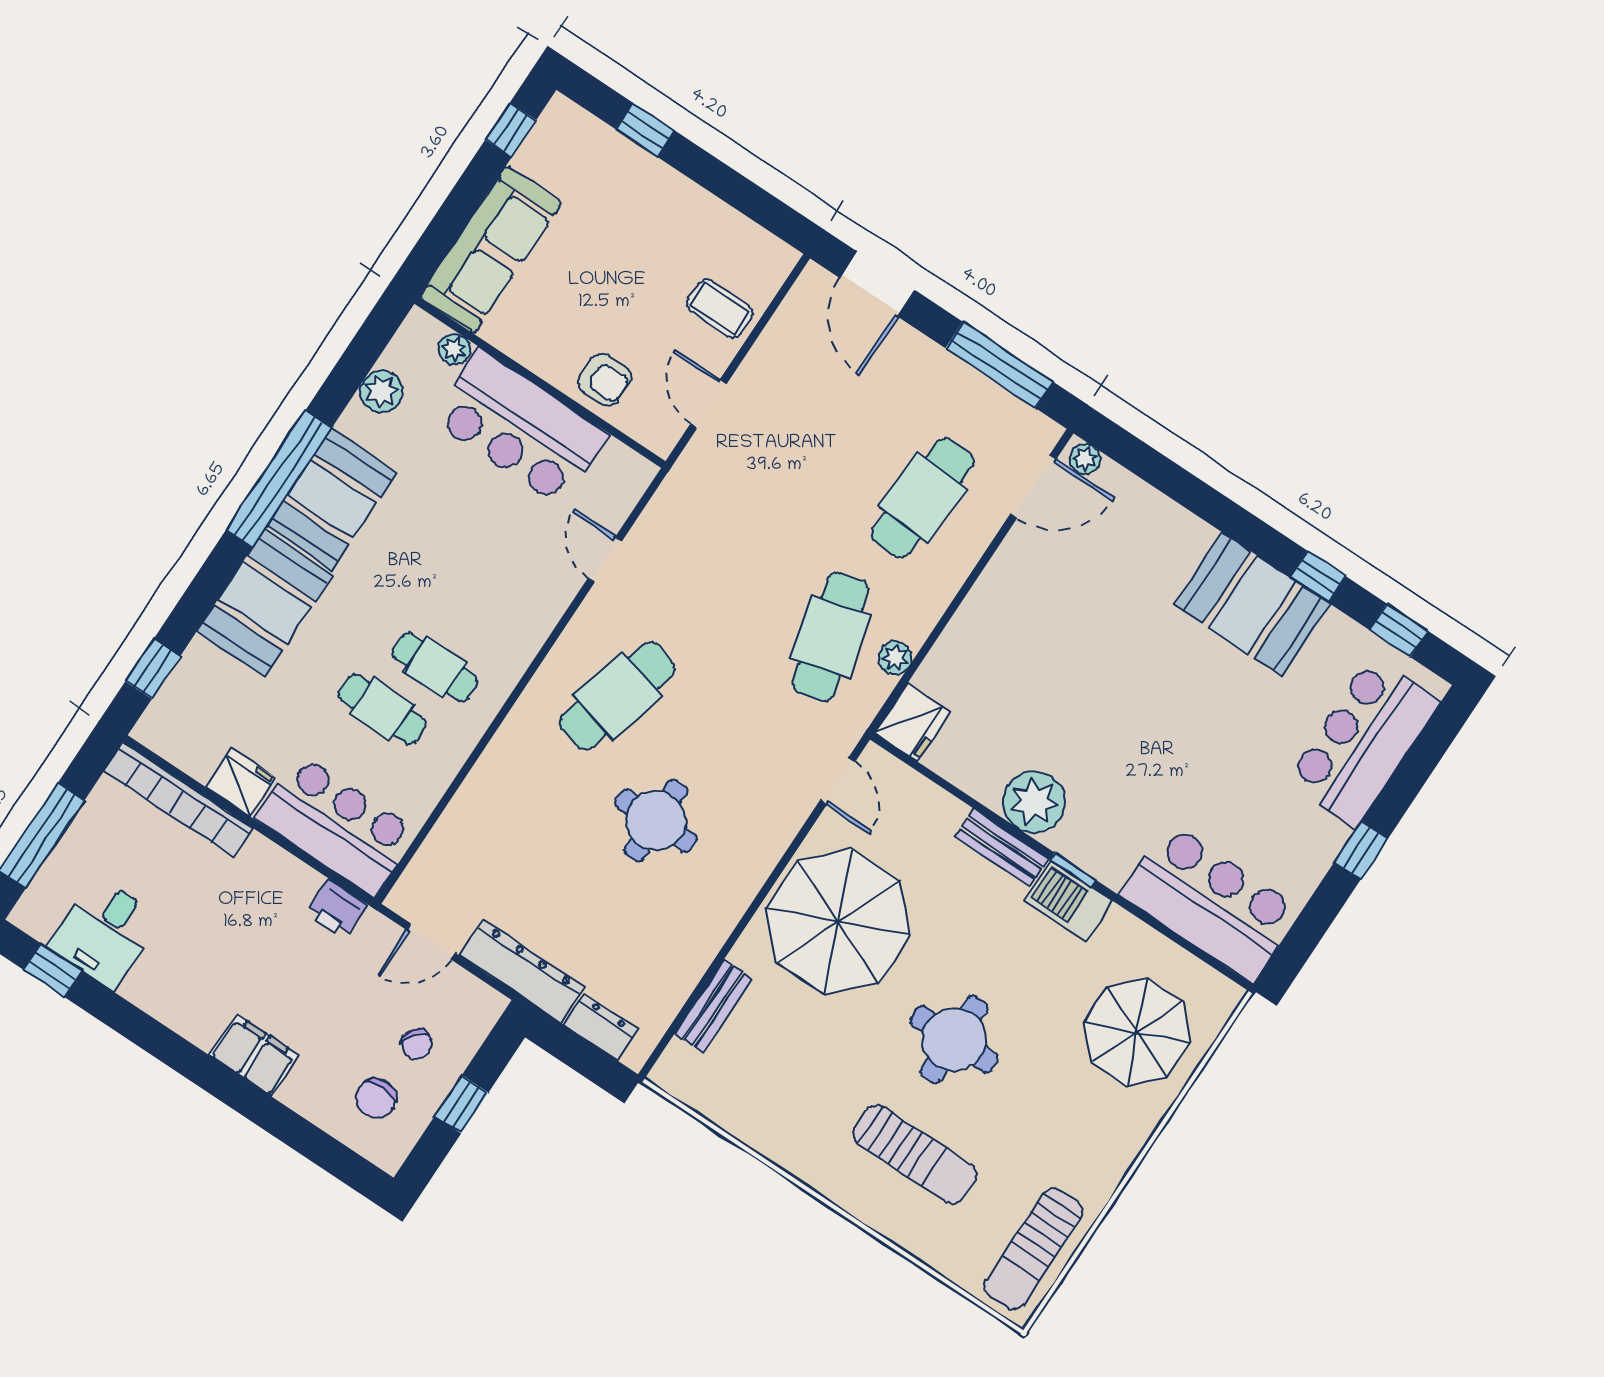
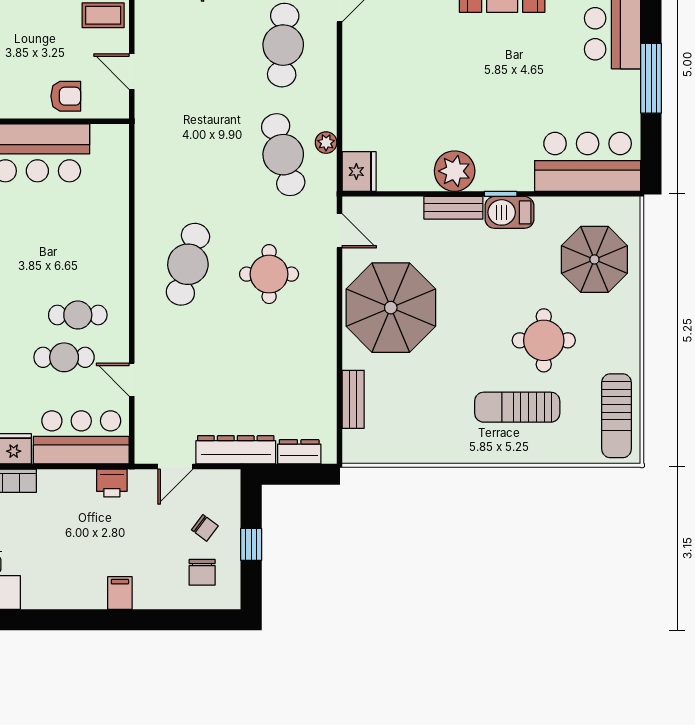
door: (605, 559) -> (132, 380), moved
round table: (656, 821) -> (269, 274), moved
window: (1361, 850) -> (651, 78), width x2.17
round table: (954, 1039) -> (544, 340), moved
filing cabinet: (254, 1055) -> (120, 593), width x0.50
sun lounger: (915, 1154) -> (517, 407), turned 180

